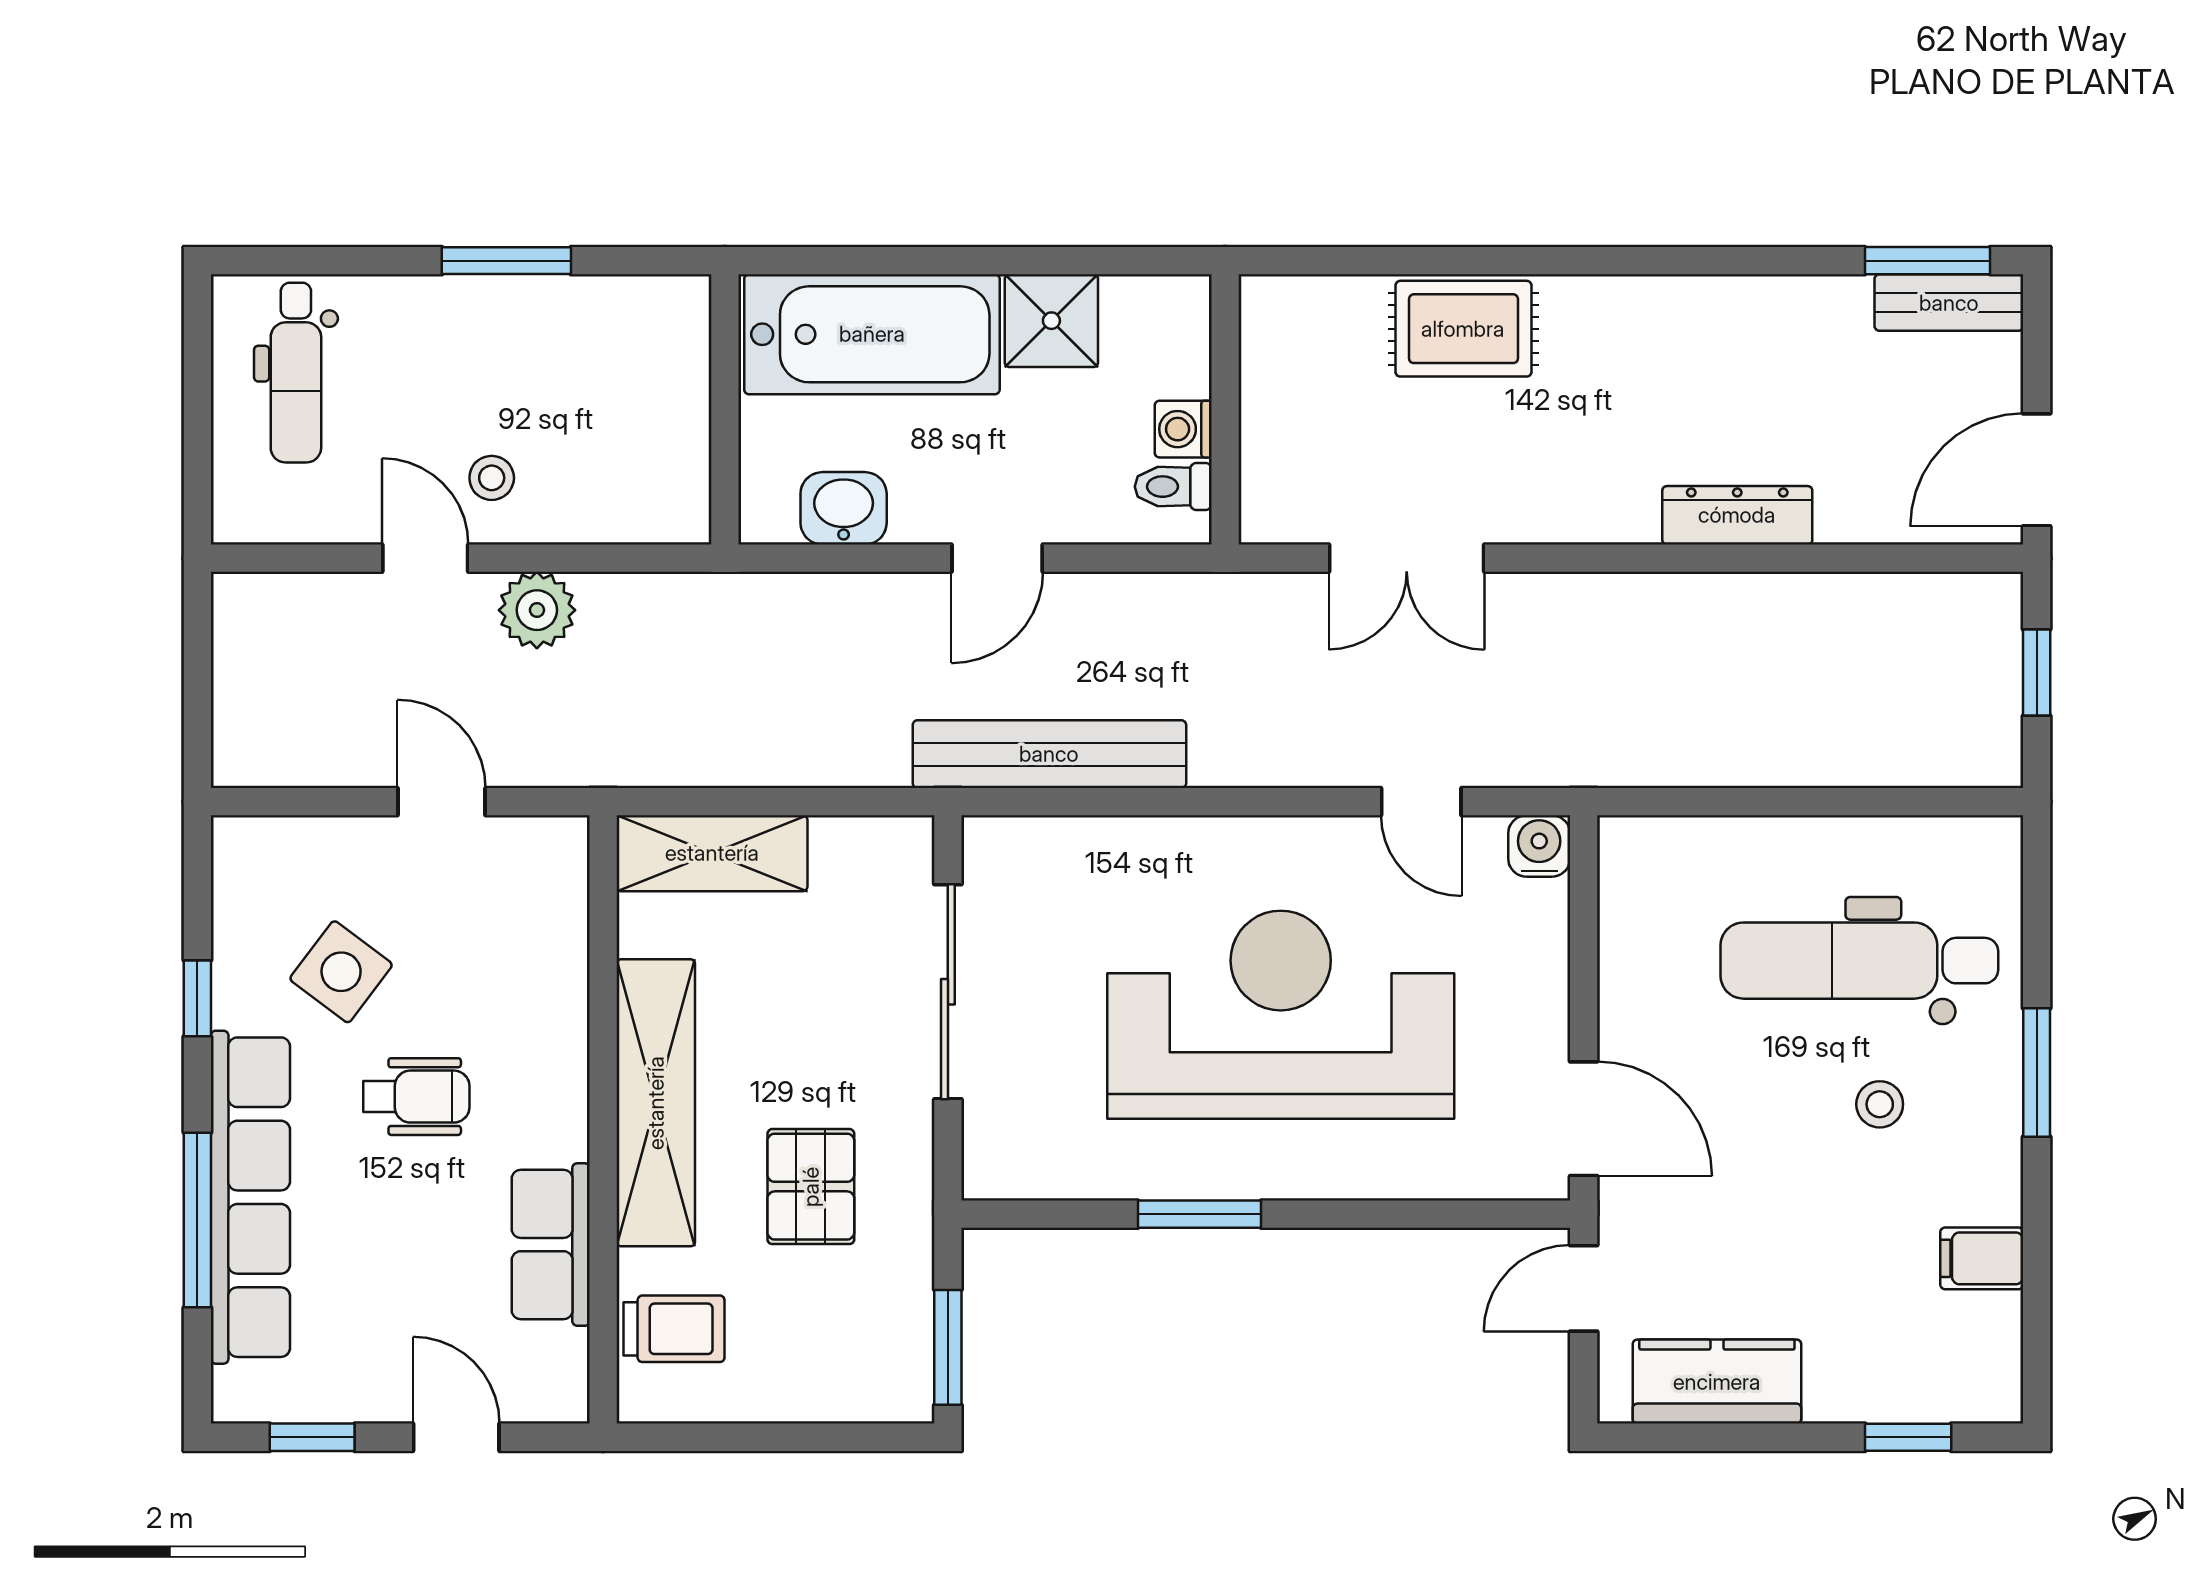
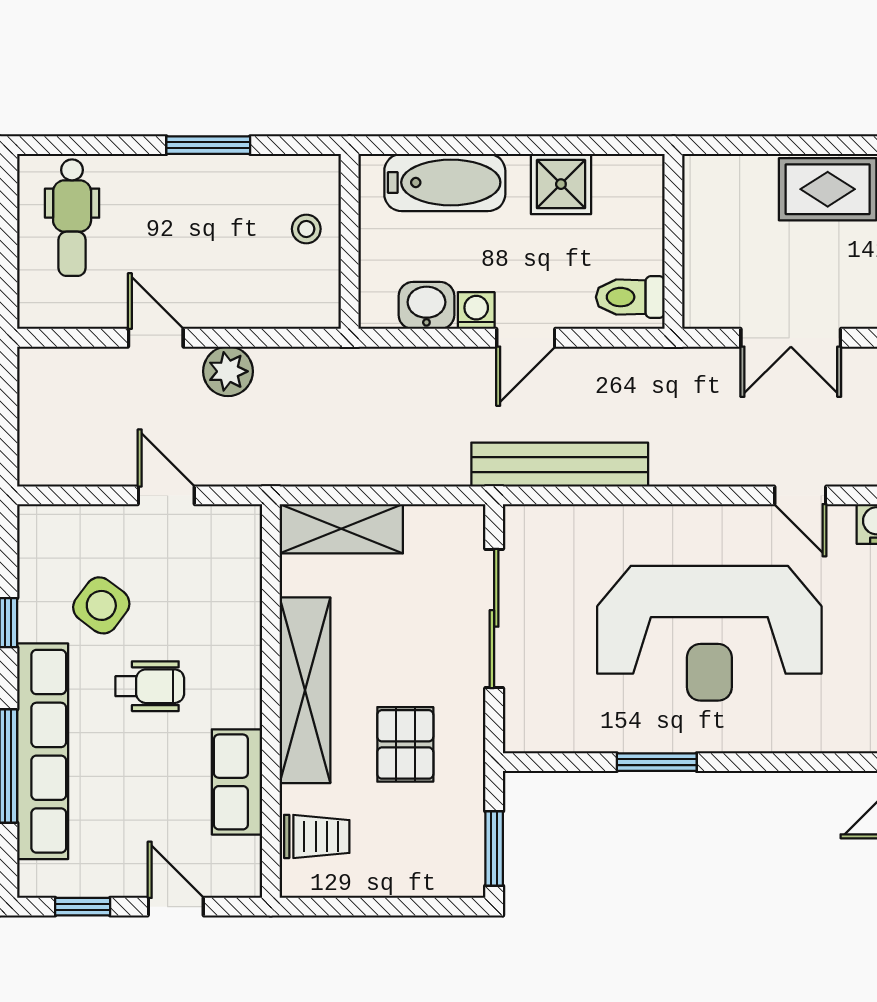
bathtub: (872, 334) -> (445, 182), width x0.73, depth x0.73
washing machine: (1183, 429) -> (476, 311), moved, turned 90
stool: (492, 478) -> (306, 229), moved
toilet: (1173, 487) -> (630, 297), width x1.37, depth x1.39
reception desk: (1281, 1015) -> (709, 633), turned 180

